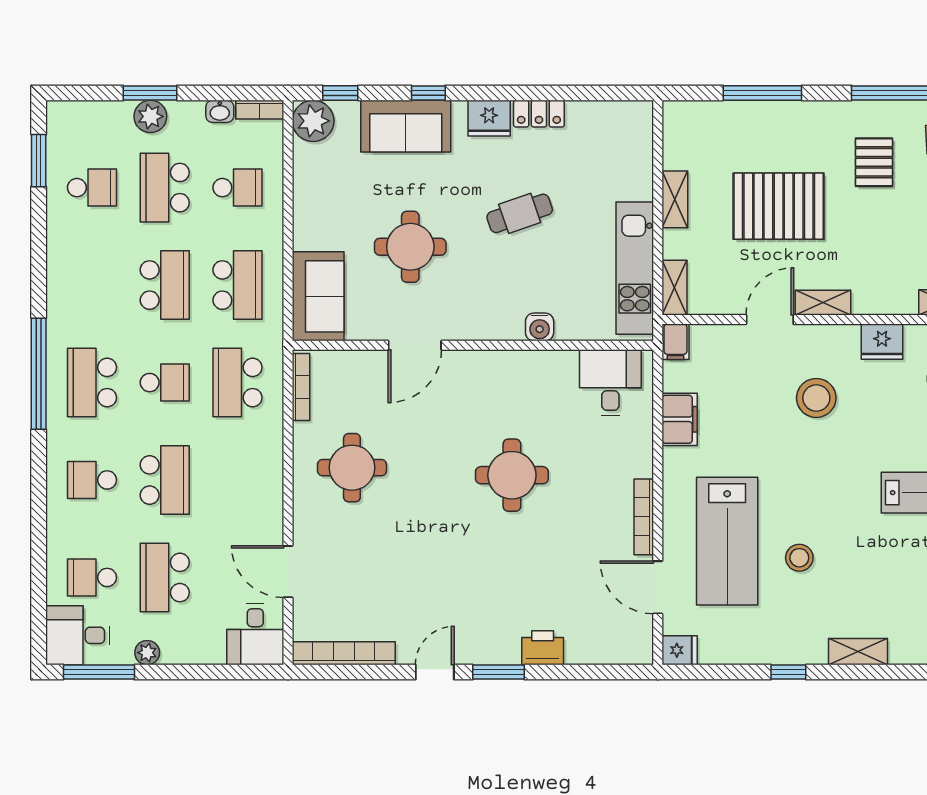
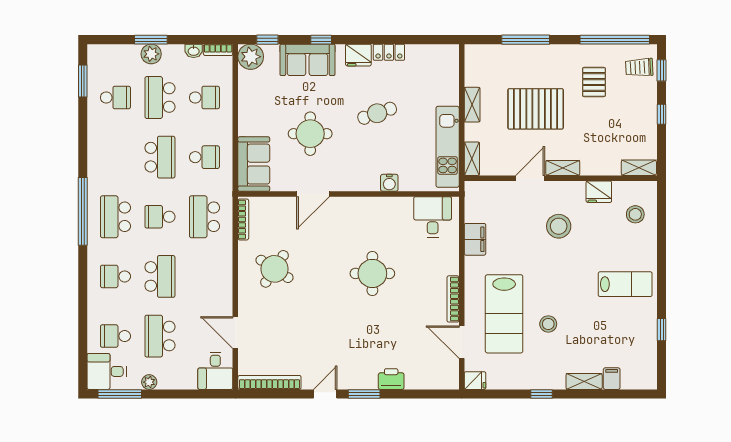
school desk: (237, 285) -> (204, 157), width x0.54
filing cabinet: (675, 342) -> (612, 379), moved, turned 180
school desk: (165, 383) -> (160, 217), turned 180
round table: (352, 468) -> (275, 269), turned 33

